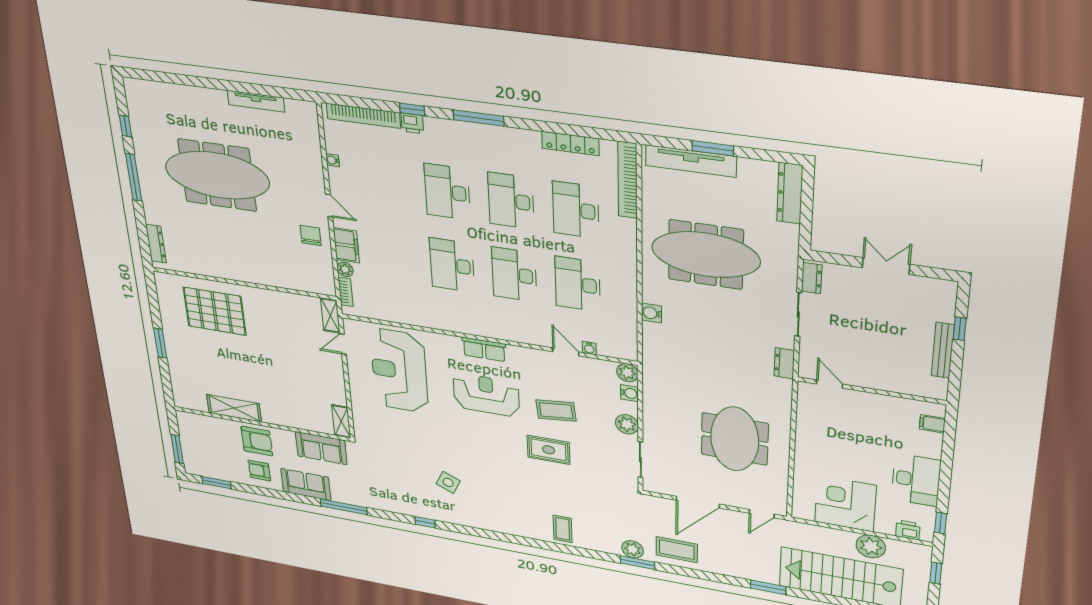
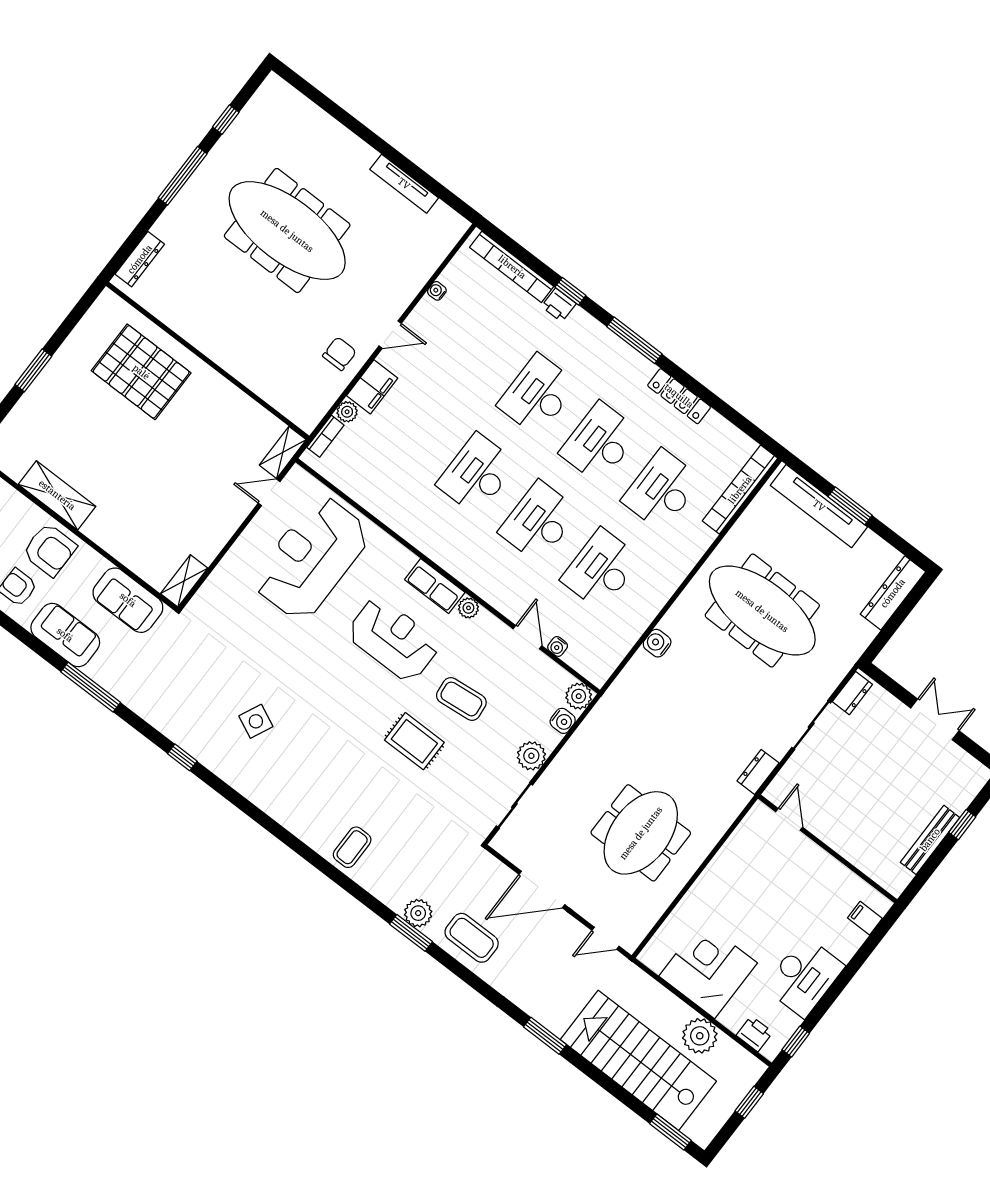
locker: (570, 143) -> (679, 396), moved
door: (329, 206) -> (390, 335), hinge flipped
plant: (515, 352) -> (468, 608), added

